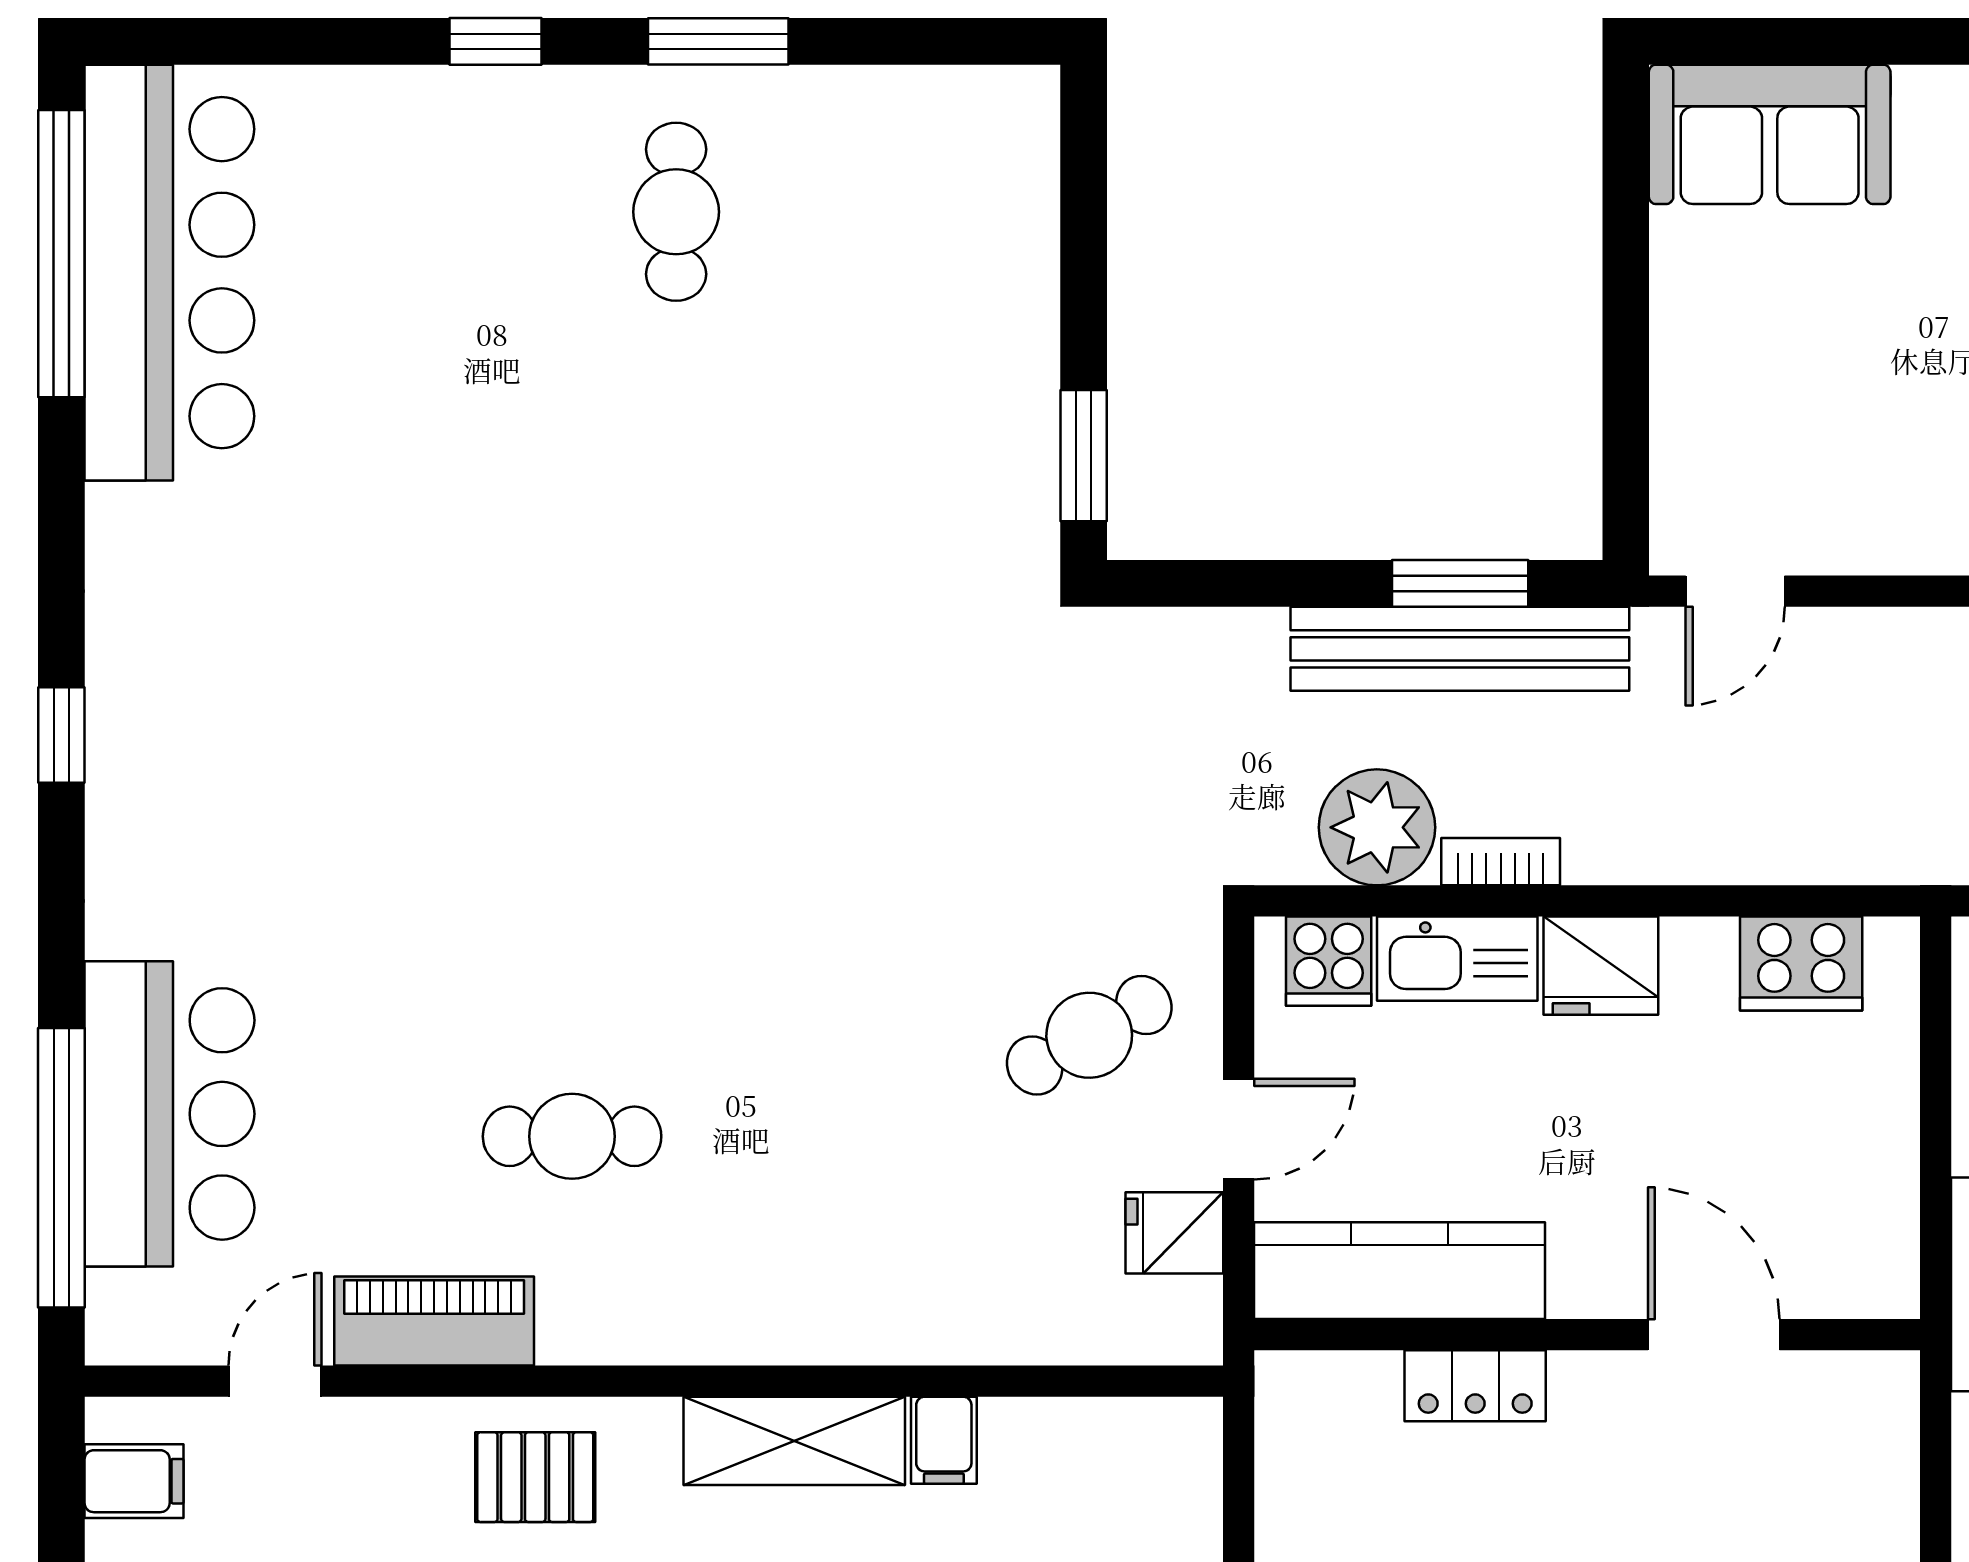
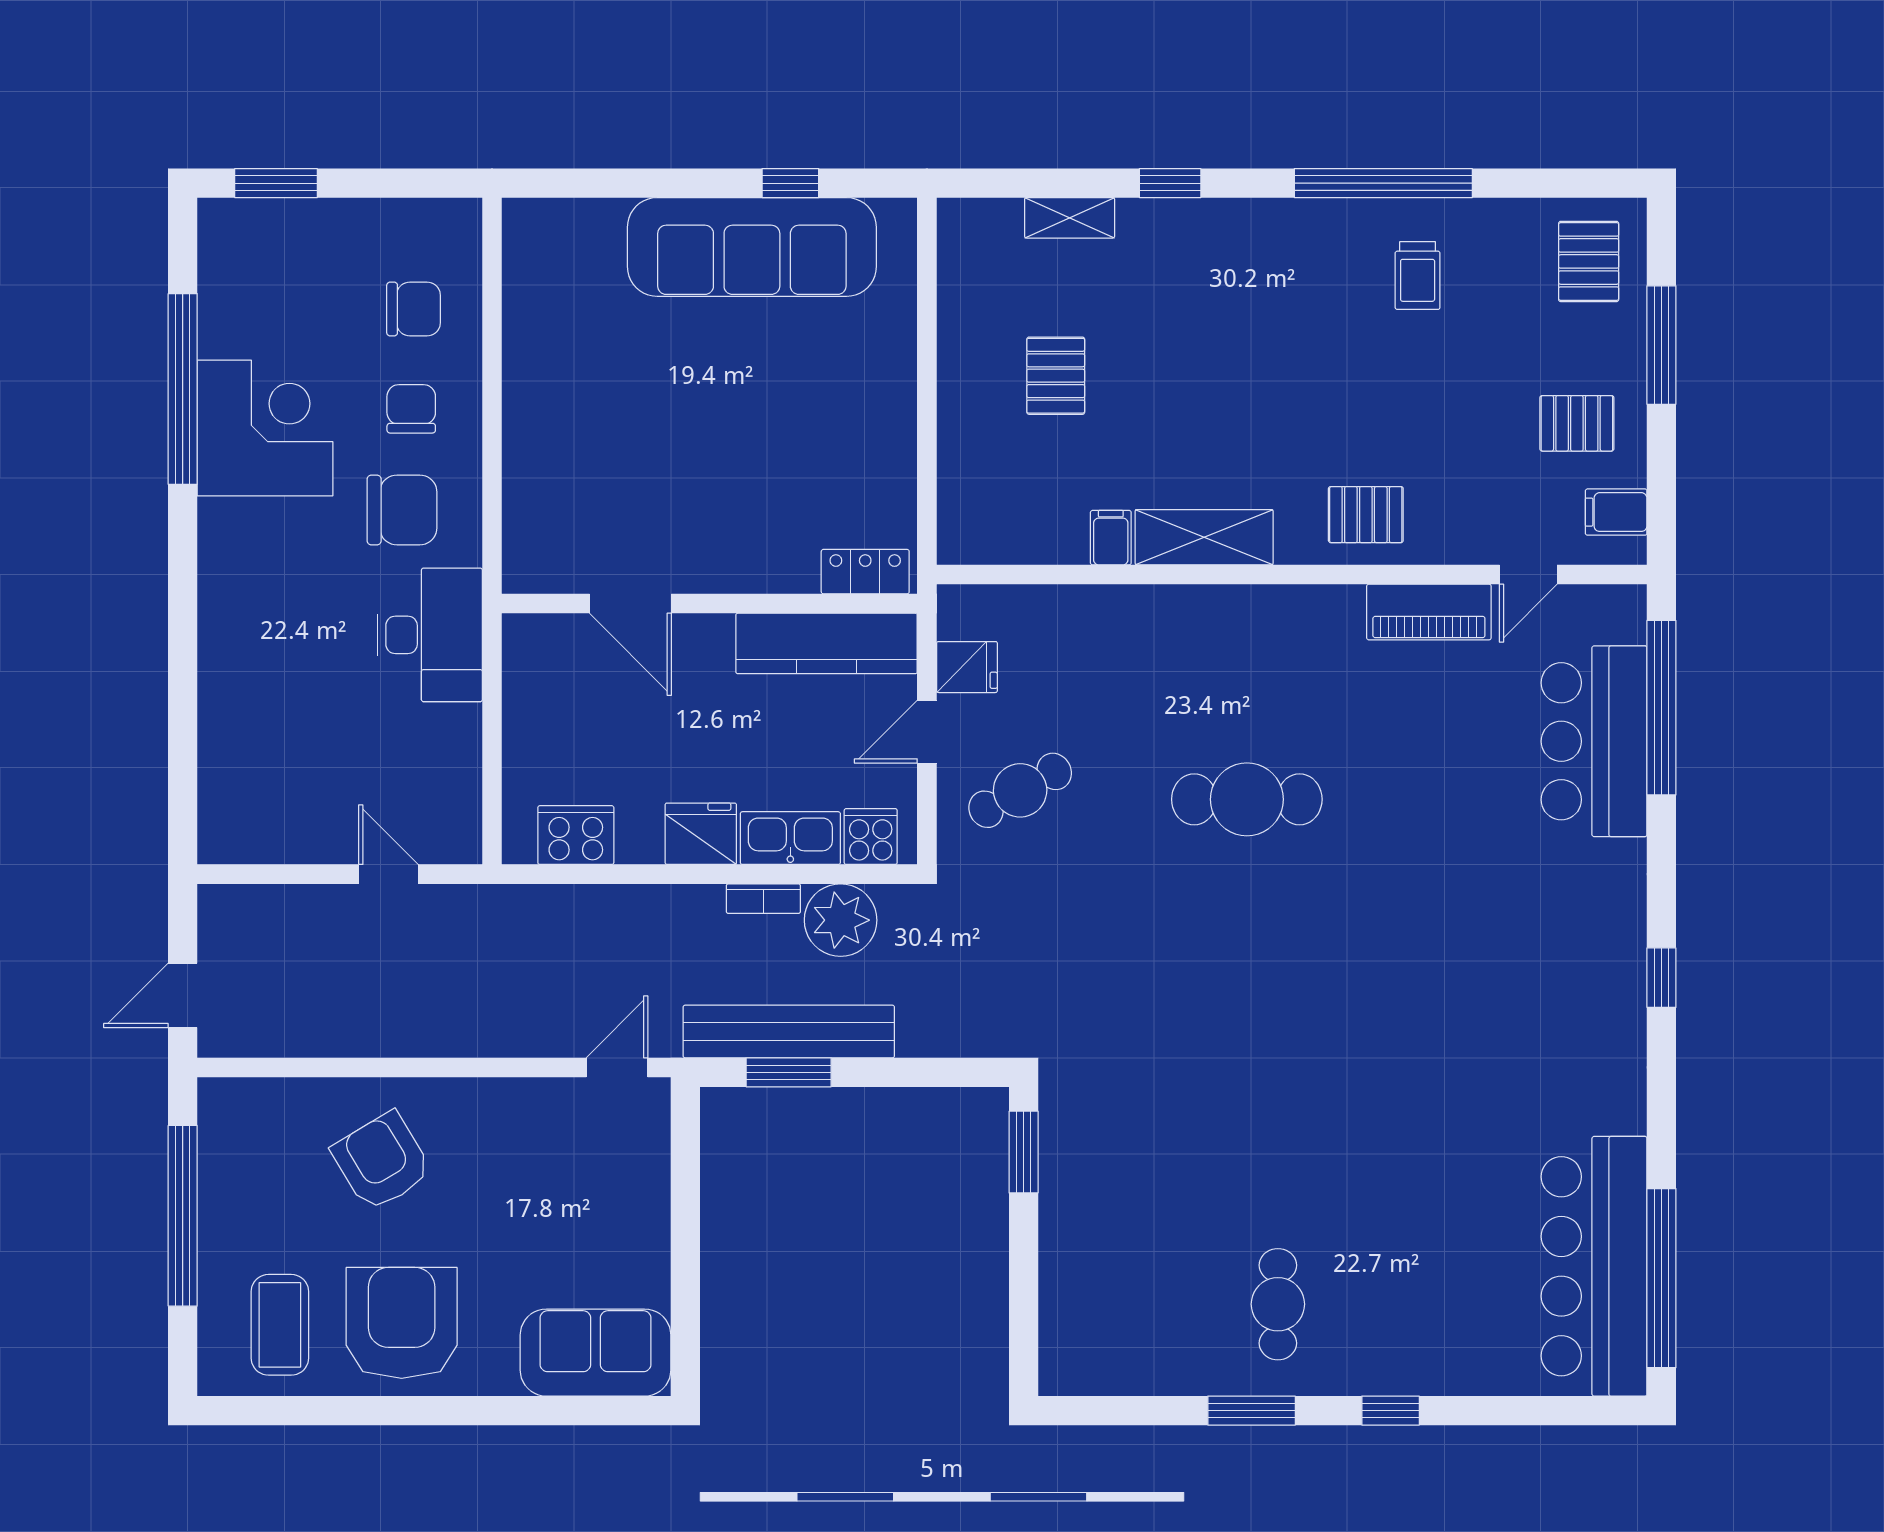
cafe table: (572, 1136) -> (1247, 799), moved, width x1.37, depth x1.35
locker: (1475, 1386) -> (865, 572), moved

